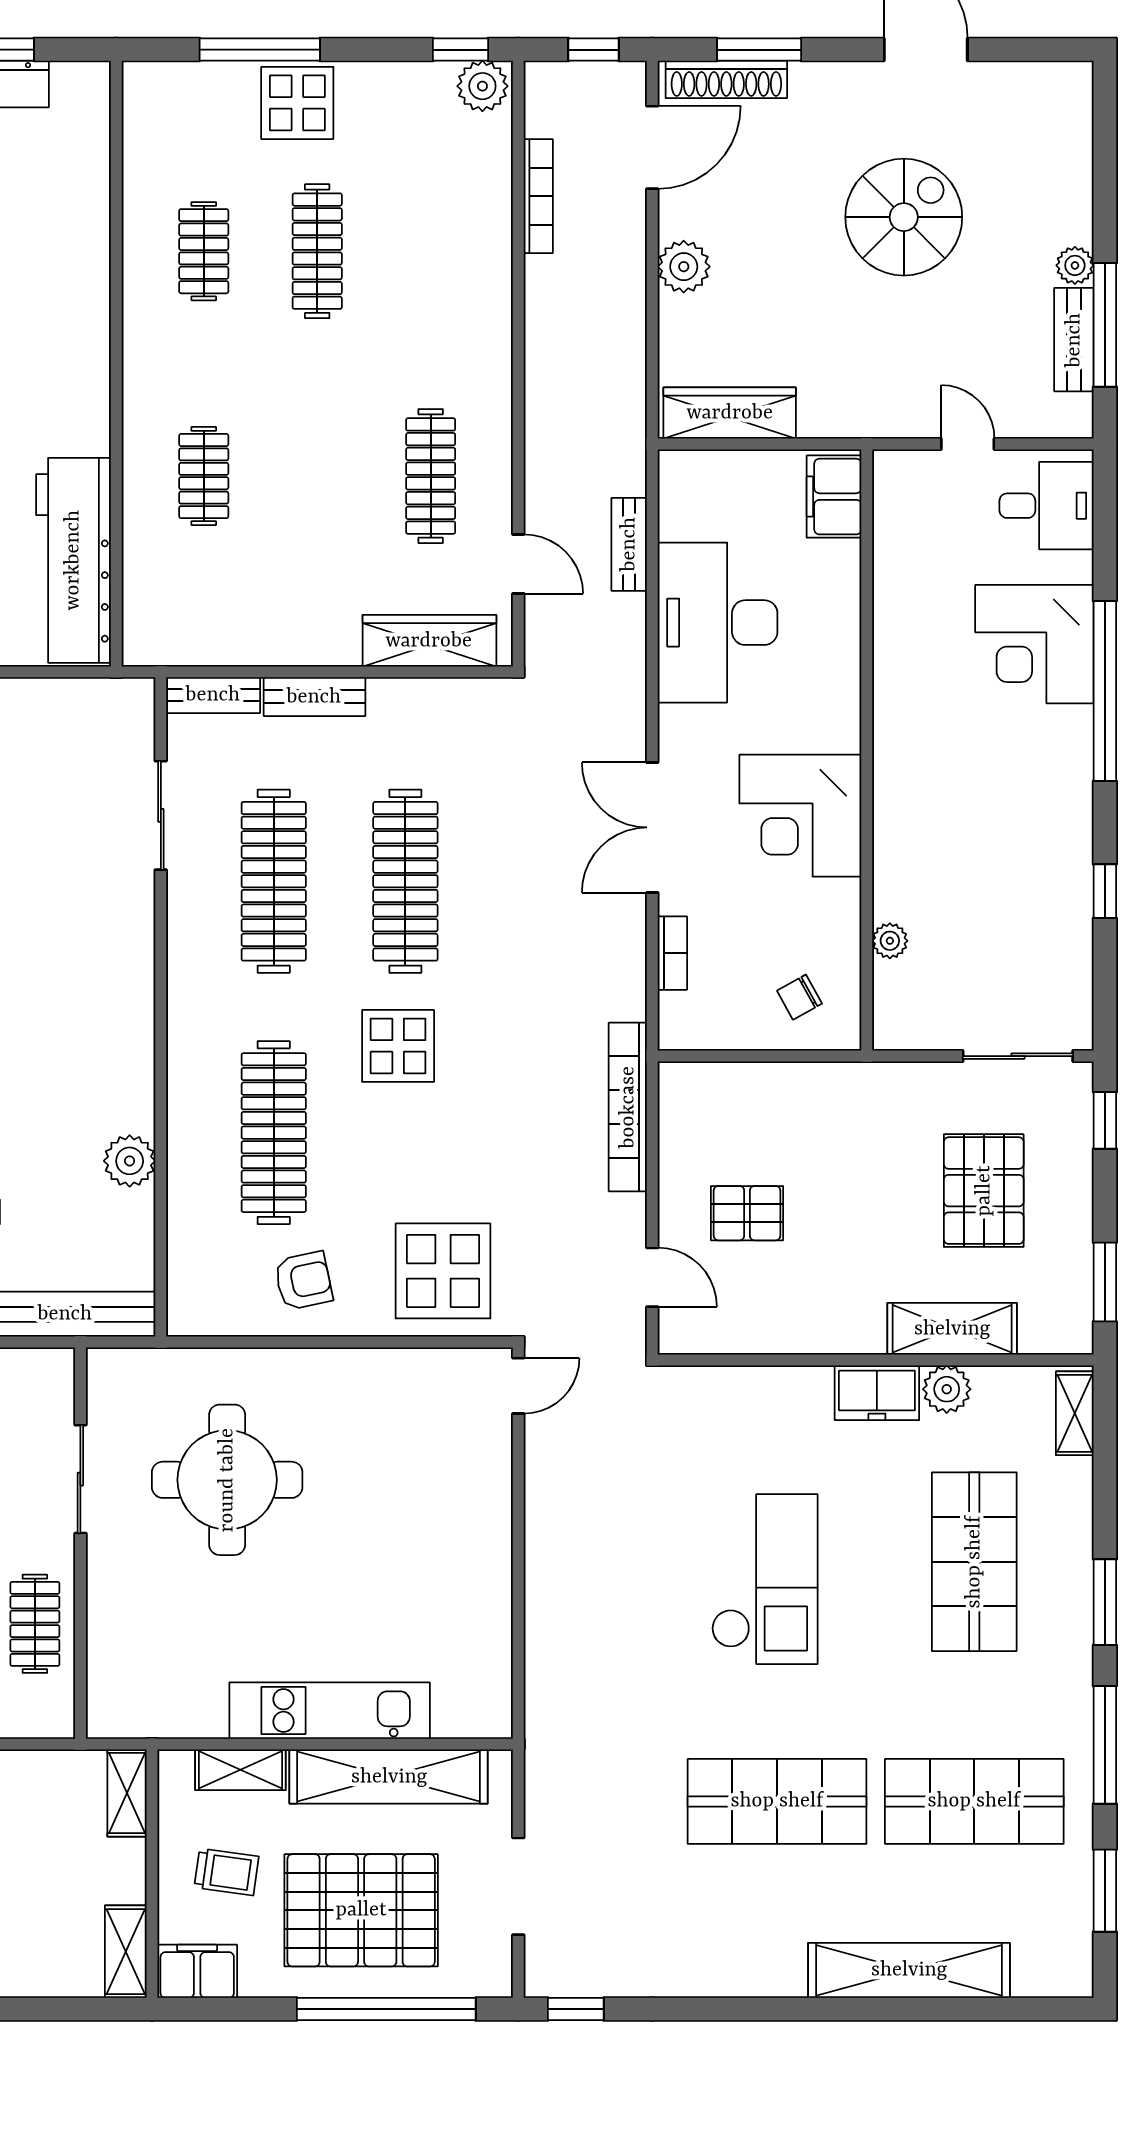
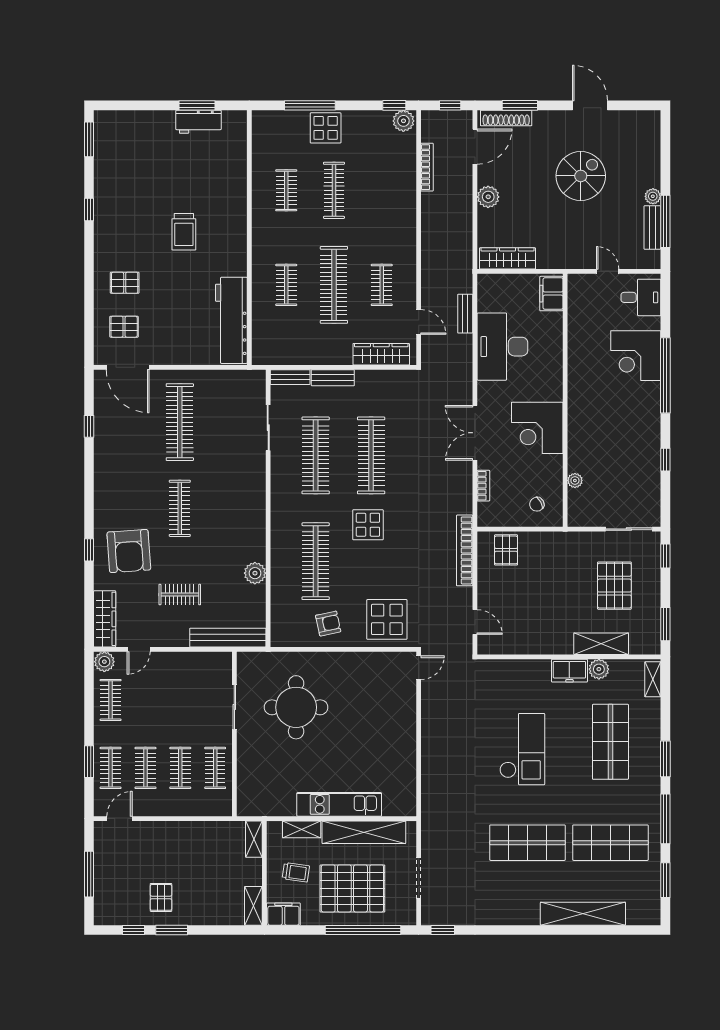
clothes rail: (317, 476) -> (334, 285), added
clothes rail: (431, 476) -> (382, 285), width x0.73
pallet: (747, 1213) -> (506, 550), moved, turned 90

